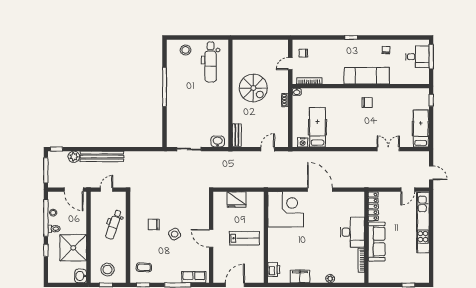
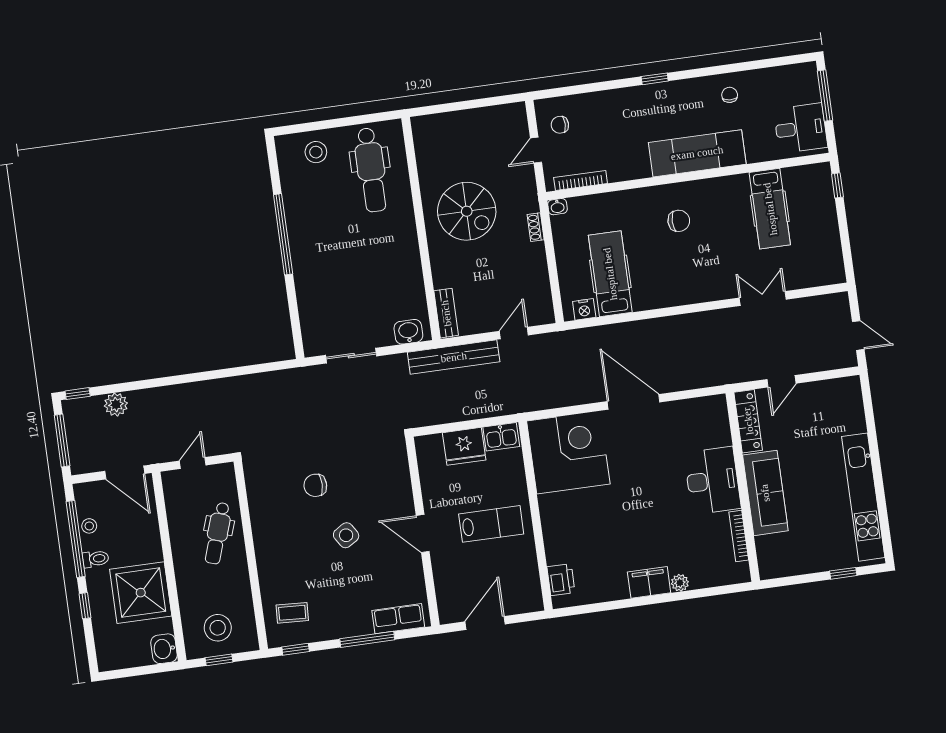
desk: (417, 57) -> (801, 128), moved
chair: (367, 103) -> (679, 221), moved
hospital bed: (421, 128) -> (770, 209), moved, turned 180
bench: (102, 156) -> (454, 357), moved
door: (408, 190) -> (781, 381), moved
kitchen sink: (255, 197) -> (501, 437), added
kitchen unit: (423, 223) -> (863, 497), moved
chair: (154, 225) -> (315, 485), moved
filing cabinet: (300, 276) -> (649, 582), moved

